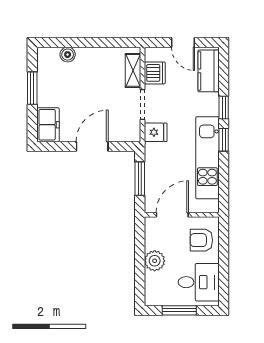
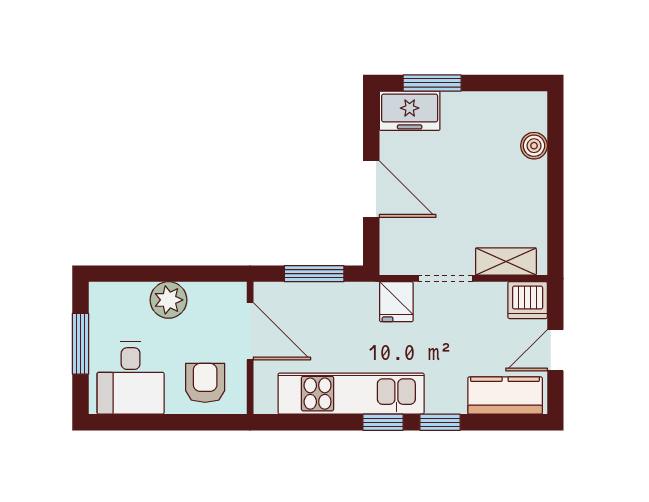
dishwasher: (155, 73) -> (528, 300), moved
window: (32, 88) -> (432, 83), moved

